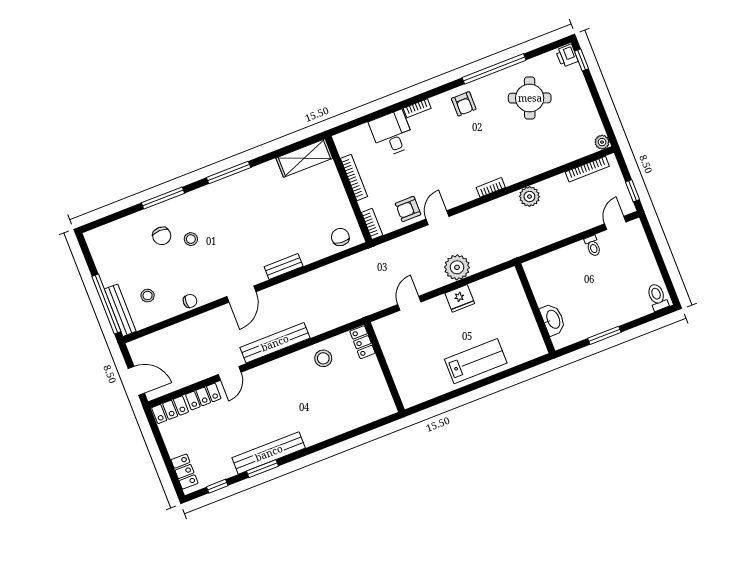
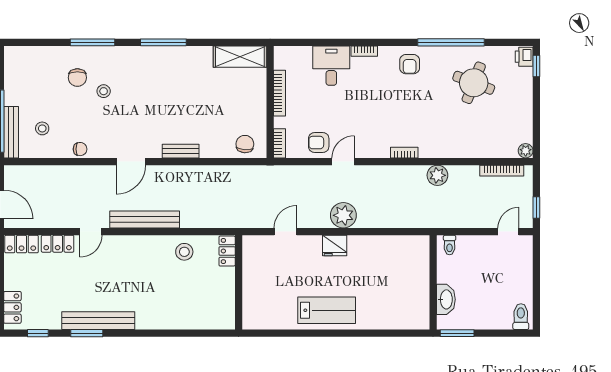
toilet: (593, 246) -> (450, 245), moved
wall: (535, 308) -> (433, 282), moved
washbasin: (553, 319) -> (446, 299), moved

